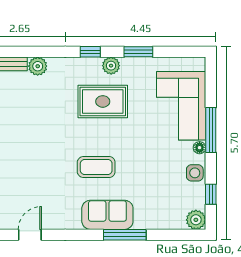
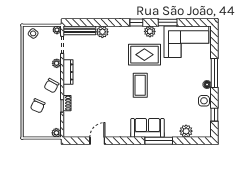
corner sofa: (181, 106) -> (186, 42), moved, turned -90
coffee table: (96, 167) -> (140, 85), moved, turned 90
plant: (196, 220) -> (186, 131), moved

